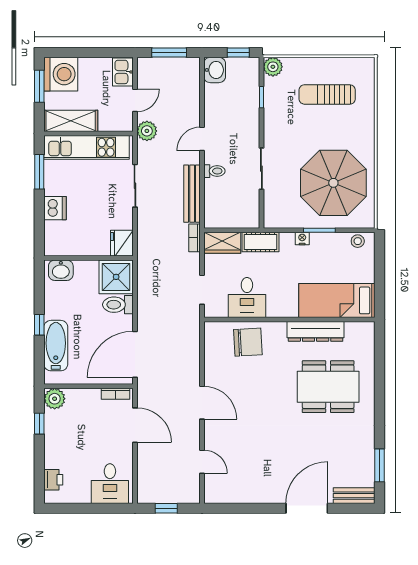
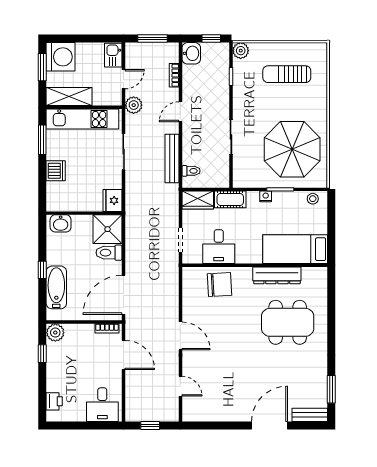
toilet: (214, 171) -> (191, 171), moved
bookcase: (194, 238) -> (174, 75), moved

